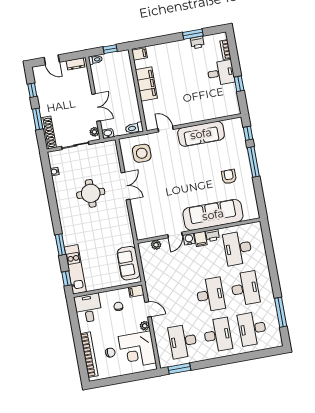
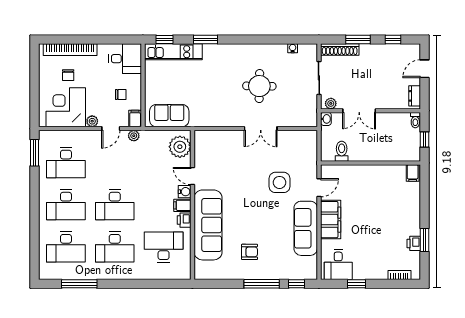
desk: (221, 73) -> (338, 265), moved
filing cabinet: (146, 84) -> (331, 220), moved, turned -90
toilet: (134, 128) -> (342, 151), moved
side table: (142, 153) -> (280, 182), moved
plant: (156, 245) -> (180, 147), width x1.88, depth x1.88
plant: (150, 289) -> (134, 136), added
desk: (252, 329) -> (66, 247), turned 180
desk: (183, 341) -> (66, 163), turned 180

